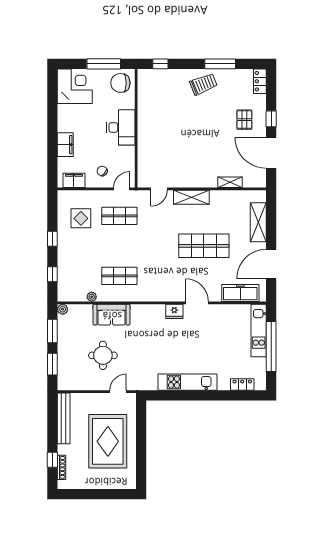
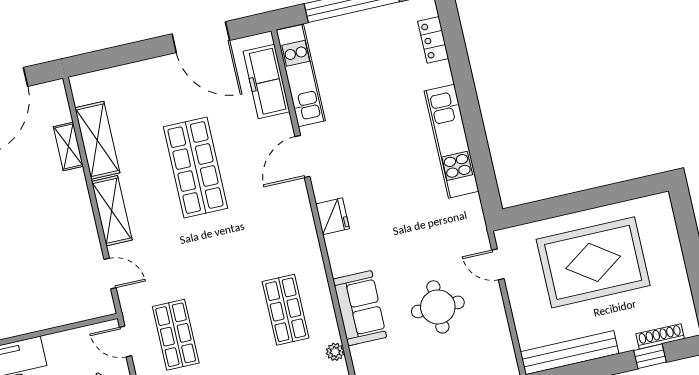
shelving: (258, 222) -> (97, 140), moved, turned 90
fridge: (174, 311) -> (333, 216), moved
kitchen unit: (259, 330) -> (301, 76), moved, turned -90

